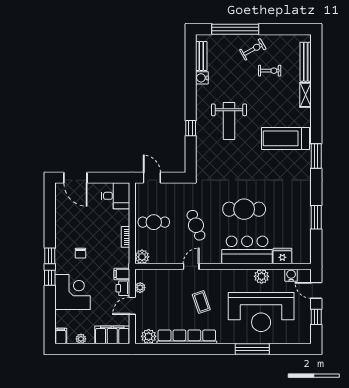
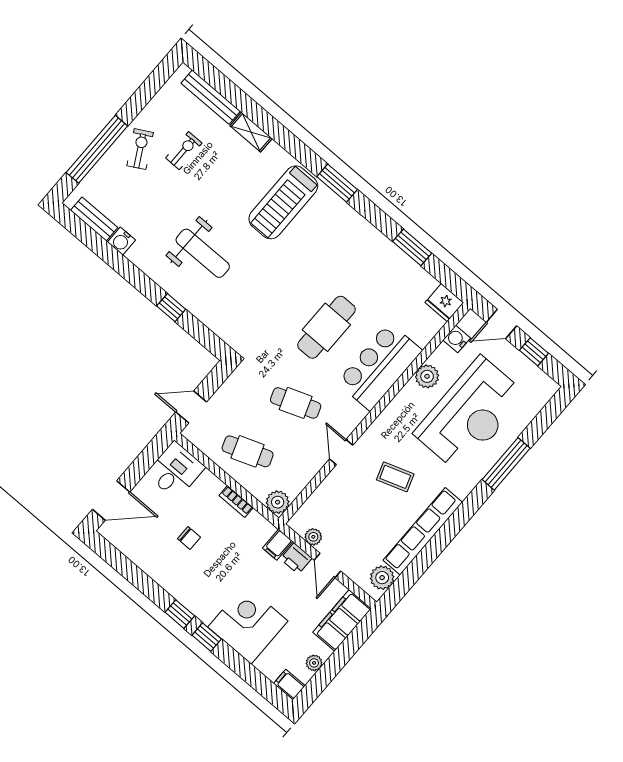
cafe table: (154, 222) -> (248, 451), turned 70
chair: (80, 253) -> (189, 538), moved
fridge: (282, 256) -> (444, 303), moved, turned -90

